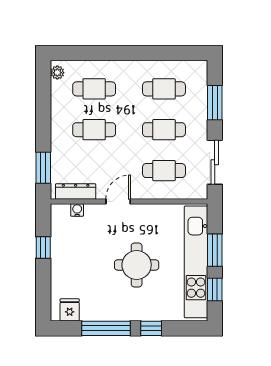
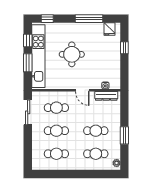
window: (215, 103) -> (28, 146), removed
window: (43, 168) -> (124, 135), moved
door: (118, 201) -> (82, 90), hinge flipped
window: (43, 247) -> (124, 48), moved
window: (151, 328) -> (47, 19), moved

